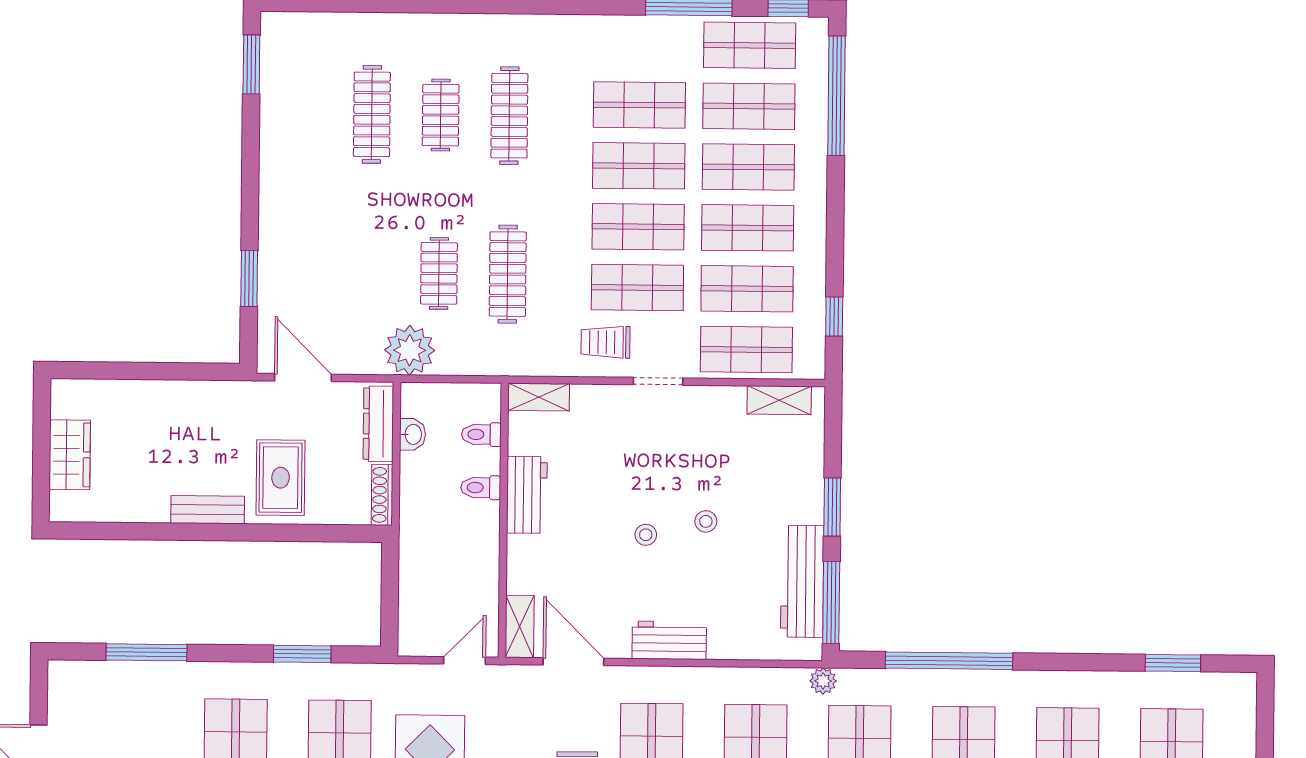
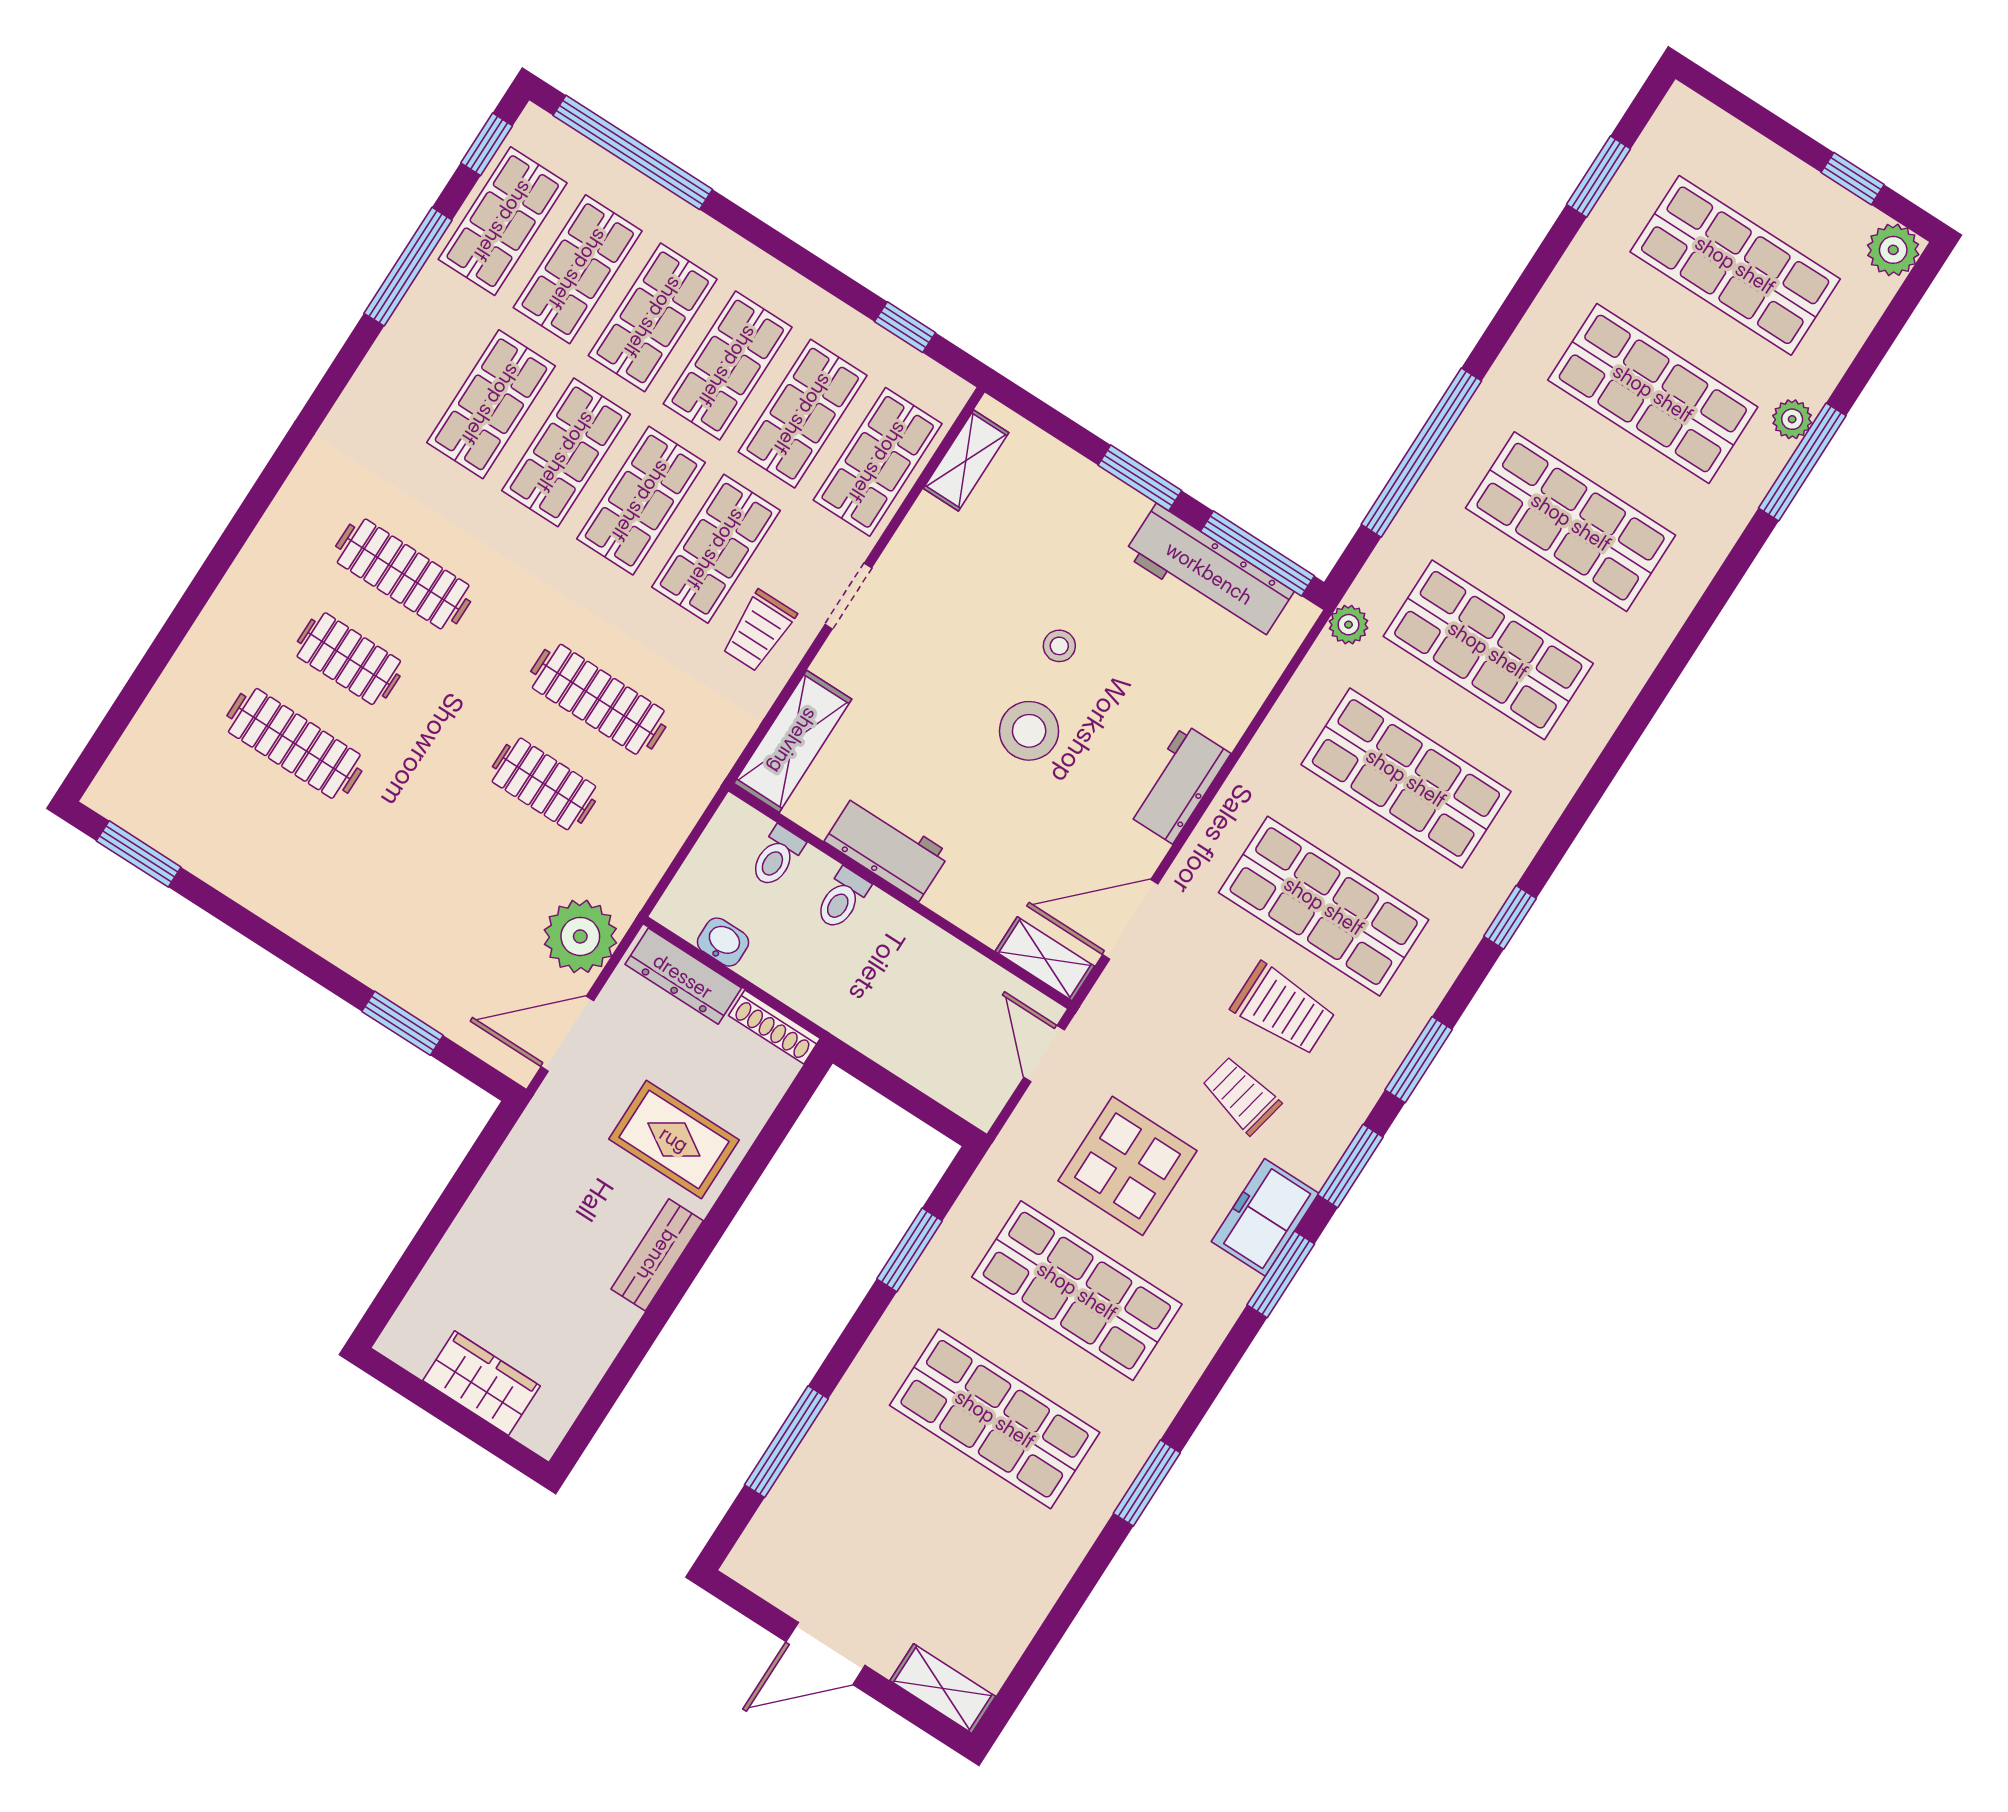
plant: (410, 350) -> (580, 936), moved
shelving: (539, 397) -> (793, 741), width x1.50, depth x1.33
stool: (646, 535) -> (1029, 731), width x1.89, depth x1.89

